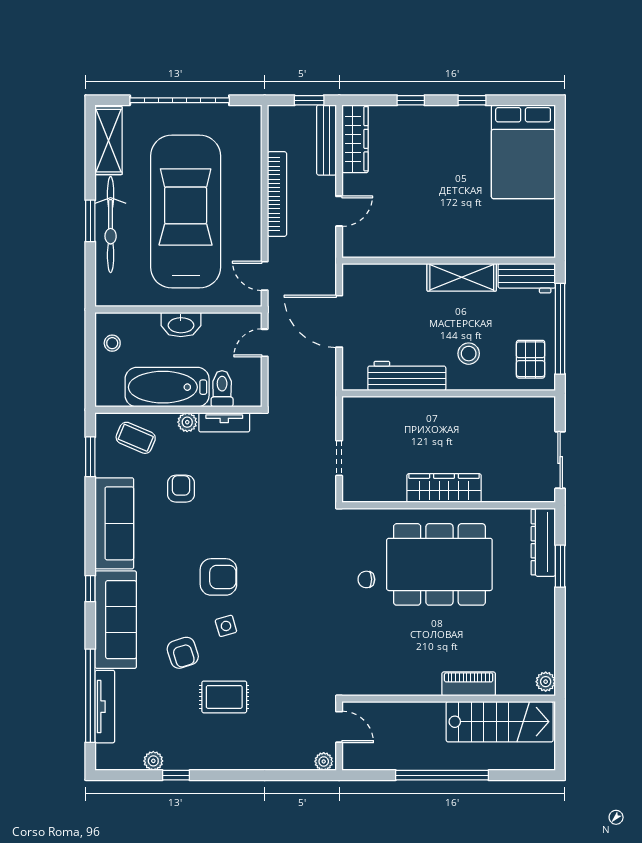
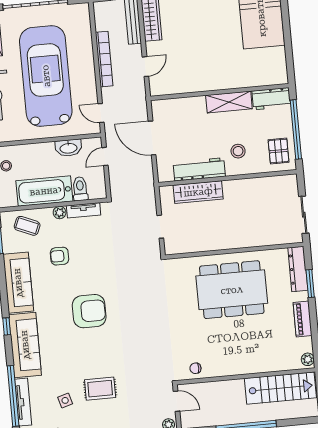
washbasin: (181, 325) -> (68, 148), moved
wardrobe: (444, 488) -> (198, 192), moved, turned 180
armchair: (181, 489) -> (60, 256), turned -90
armchair: (218, 577) -> (89, 311), width x1.36, depth x1.36
chair: (366, 579) -> (195, 368), moved
side table: (226, 626) -> (65, 400), moved
armchair: (183, 653) -> (71, 362), removed
piano: (469, 684) -> (303, 319), moved, turned -90

